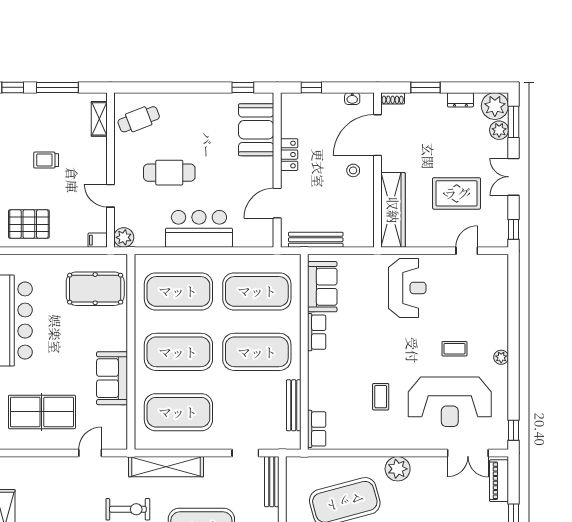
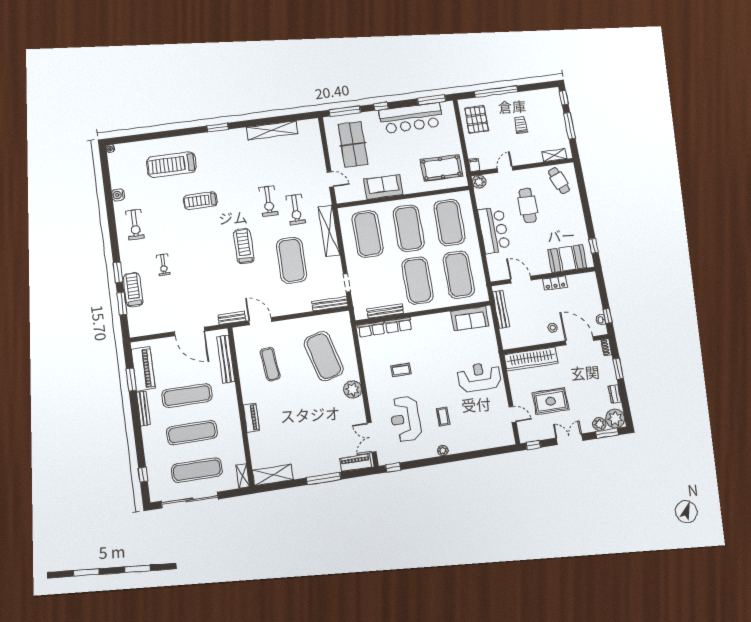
window: (311, 87) -> (608, 316), moved
rug: (457, 193) -> (551, 401), turned 90
reception desk: (407, 288) -> (479, 377), turned 180
pool table: (95, 289) -> (442, 168), turned 90
row of seats: (317, 332) -> (398, 325), moved
reception desk: (450, 402) -> (405, 419), width x0.74, depth x0.77

